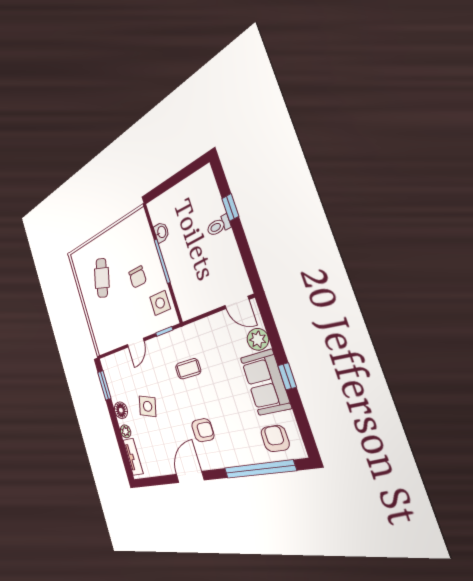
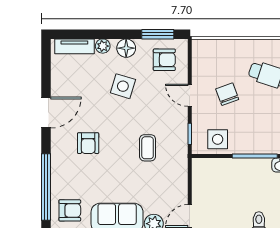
chair: (138, 277) -> (227, 94), moved, turned 70
armchair: (119, 374) -> (164, 60), added
door: (190, 477) -> (46, 113), hinge flipped

